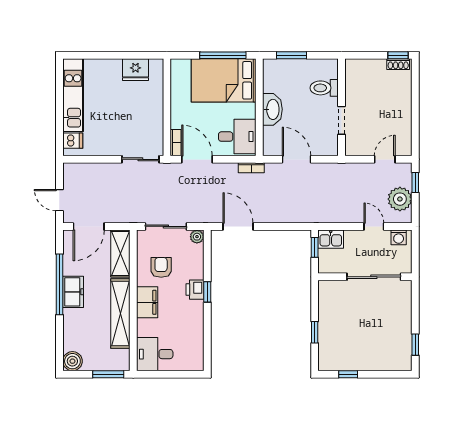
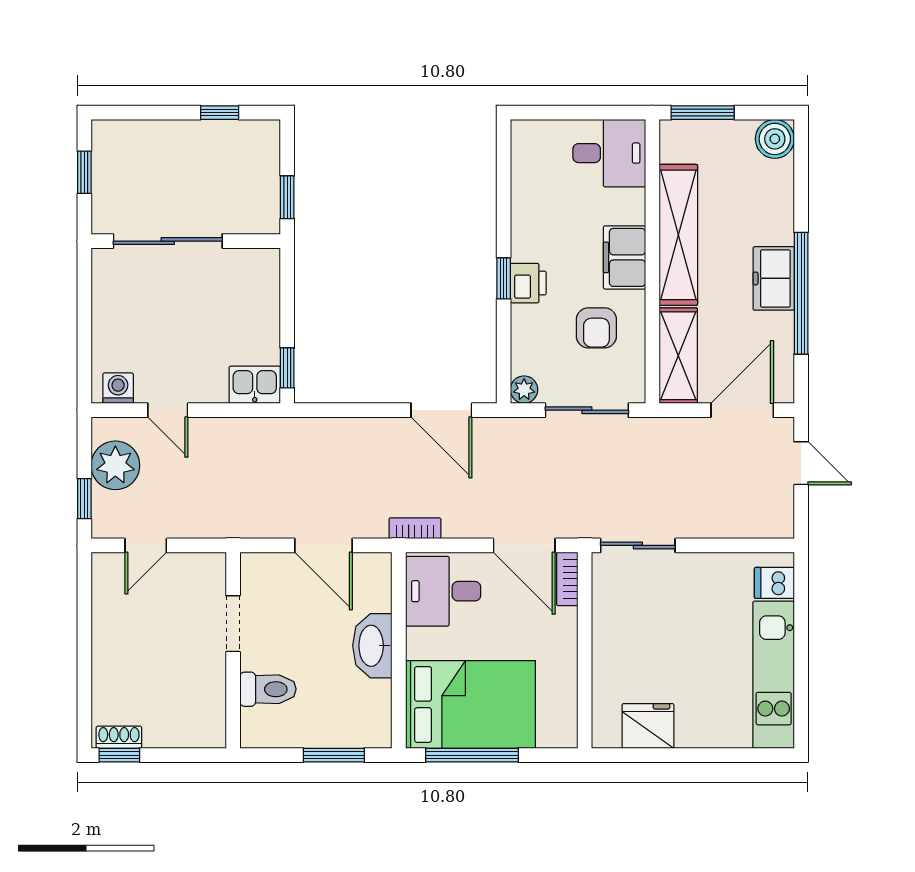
wall: (365, 277) -> (186, 241), moved
sliding door: (374, 277) -> (168, 241), moved

